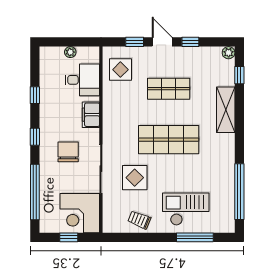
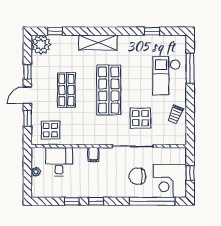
plant: (229, 53) -> (41, 45), width x1.88, depth x1.88
shelving: (226, 110) -> (98, 43), moved
filing cabinet: (91, 115) -> (93, 155), width x0.50
window: (35, 137) -> (96, 201), moved
chair: (68, 152) -> (137, 176), moved
window: (239, 192) -> (152, 31), width x0.32
corner desk: (80, 213) -> (170, 181), moved, turned 90

